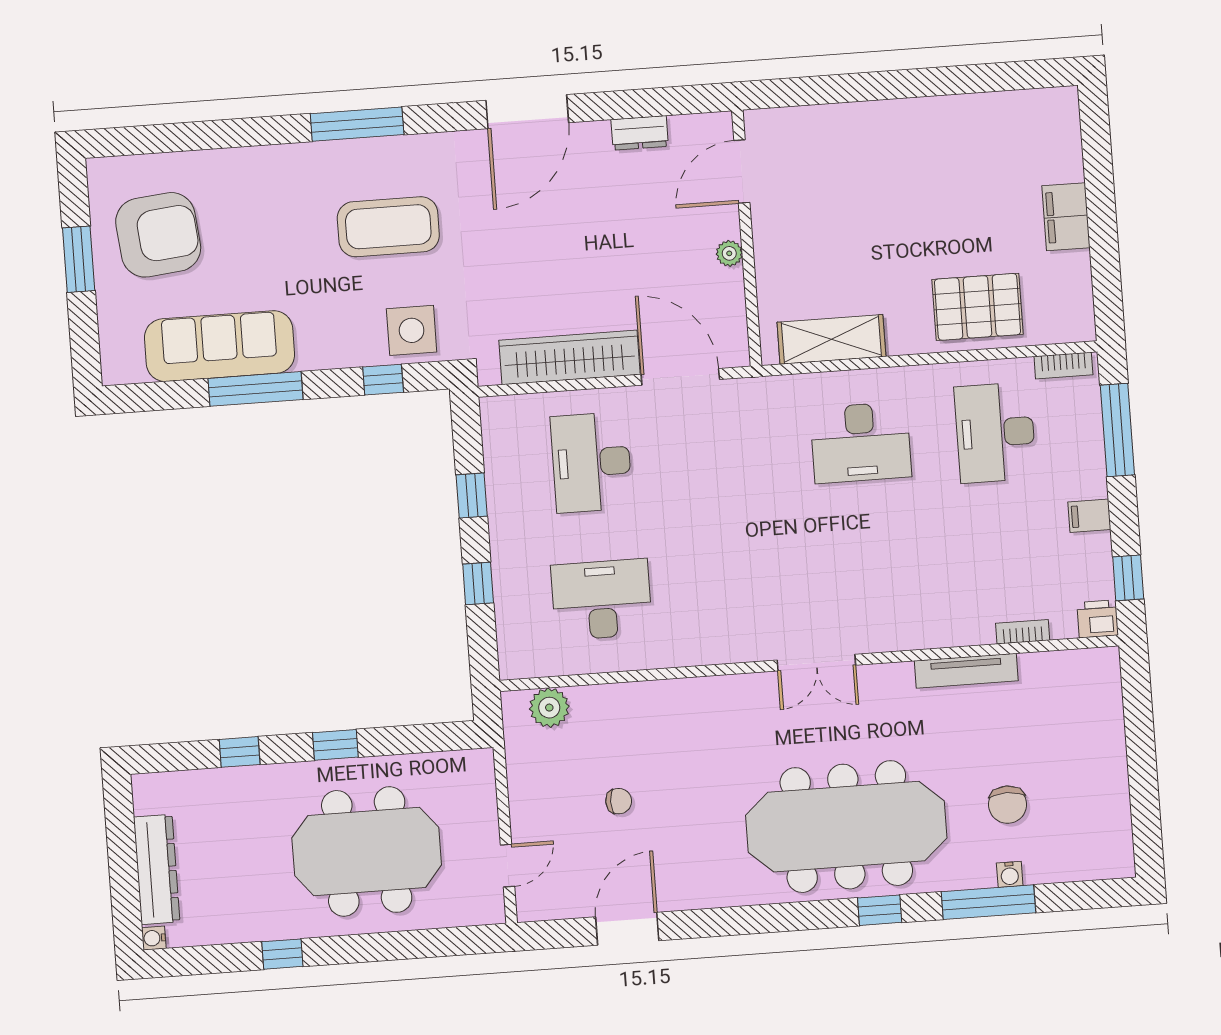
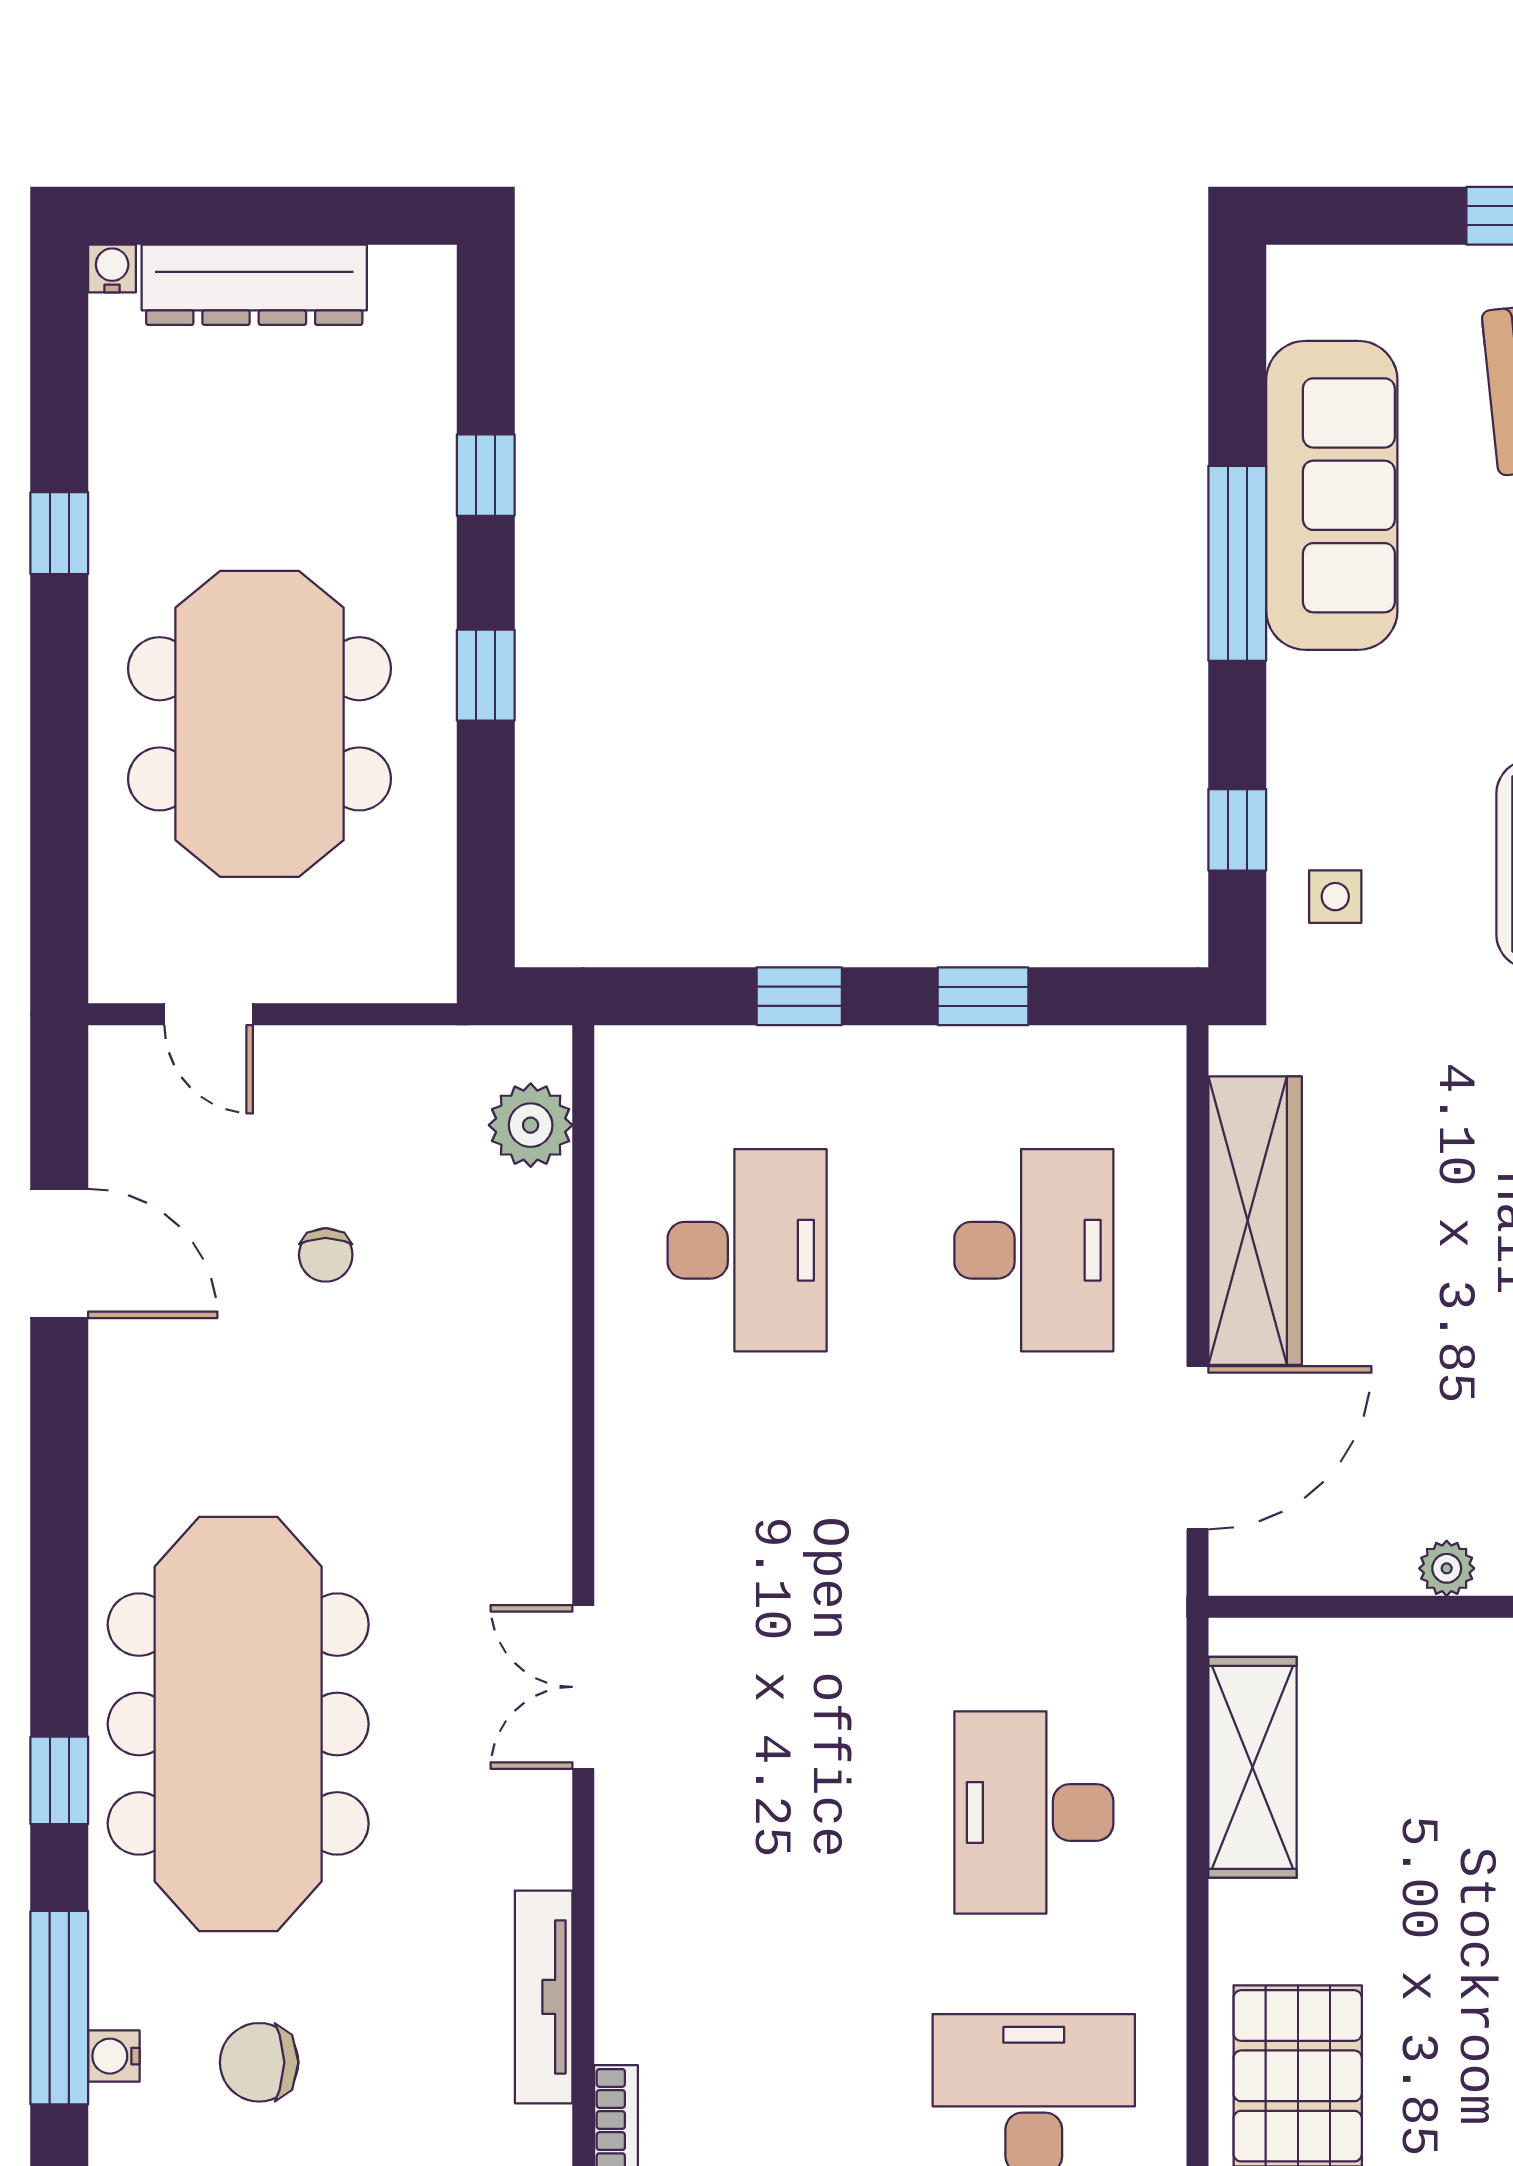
side table: (412, 330) -> (1335, 897), width x0.54, depth x0.54
desk: (591, 462) -> (1034, 1250), turned 90

